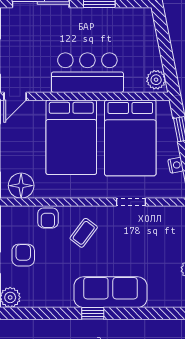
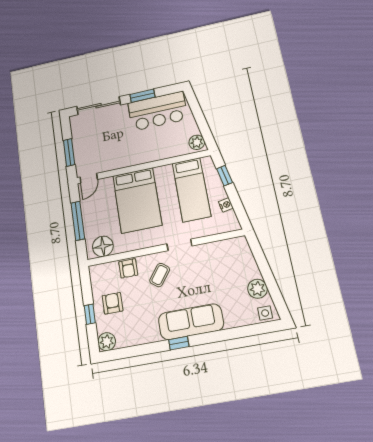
bar counter: (87, 73) -> (158, 111), moved, turned 180
bed: (130, 138) -> (191, 190), width x0.67
doorway: (131, 202) -> (179, 245), moved

